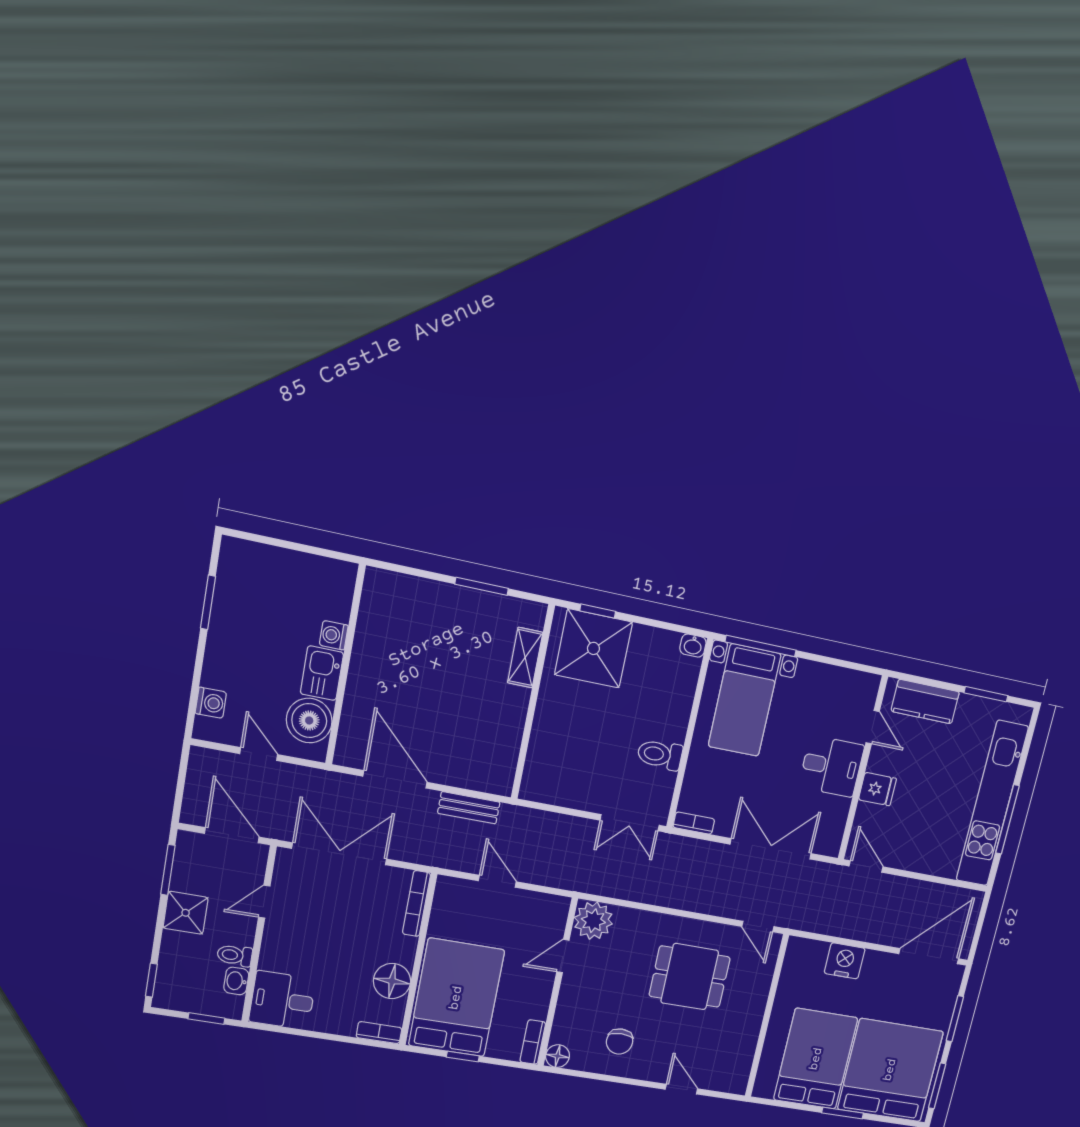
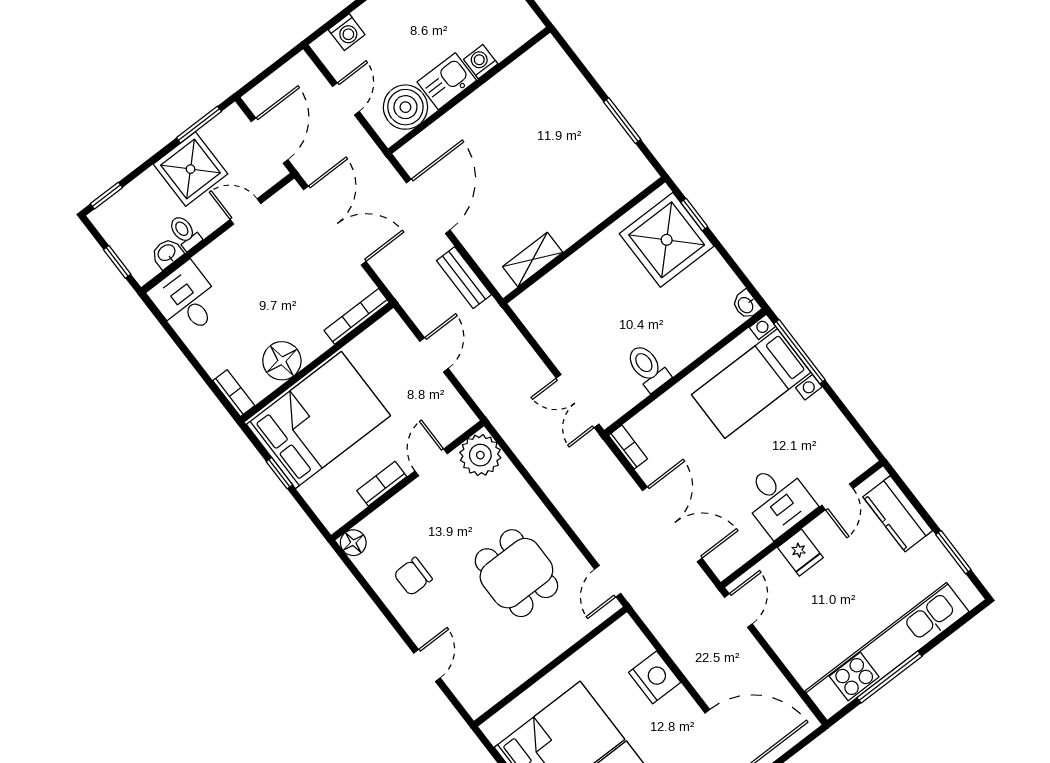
shelving: (525, 658) -> (533, 259), moved
shower: (186, 913) -> (191, 169), width x1.36, depth x1.36
door: (563, 956) -> (431, 462), hinge flipped
bookcase: (533, 1042) -> (382, 484), moved

